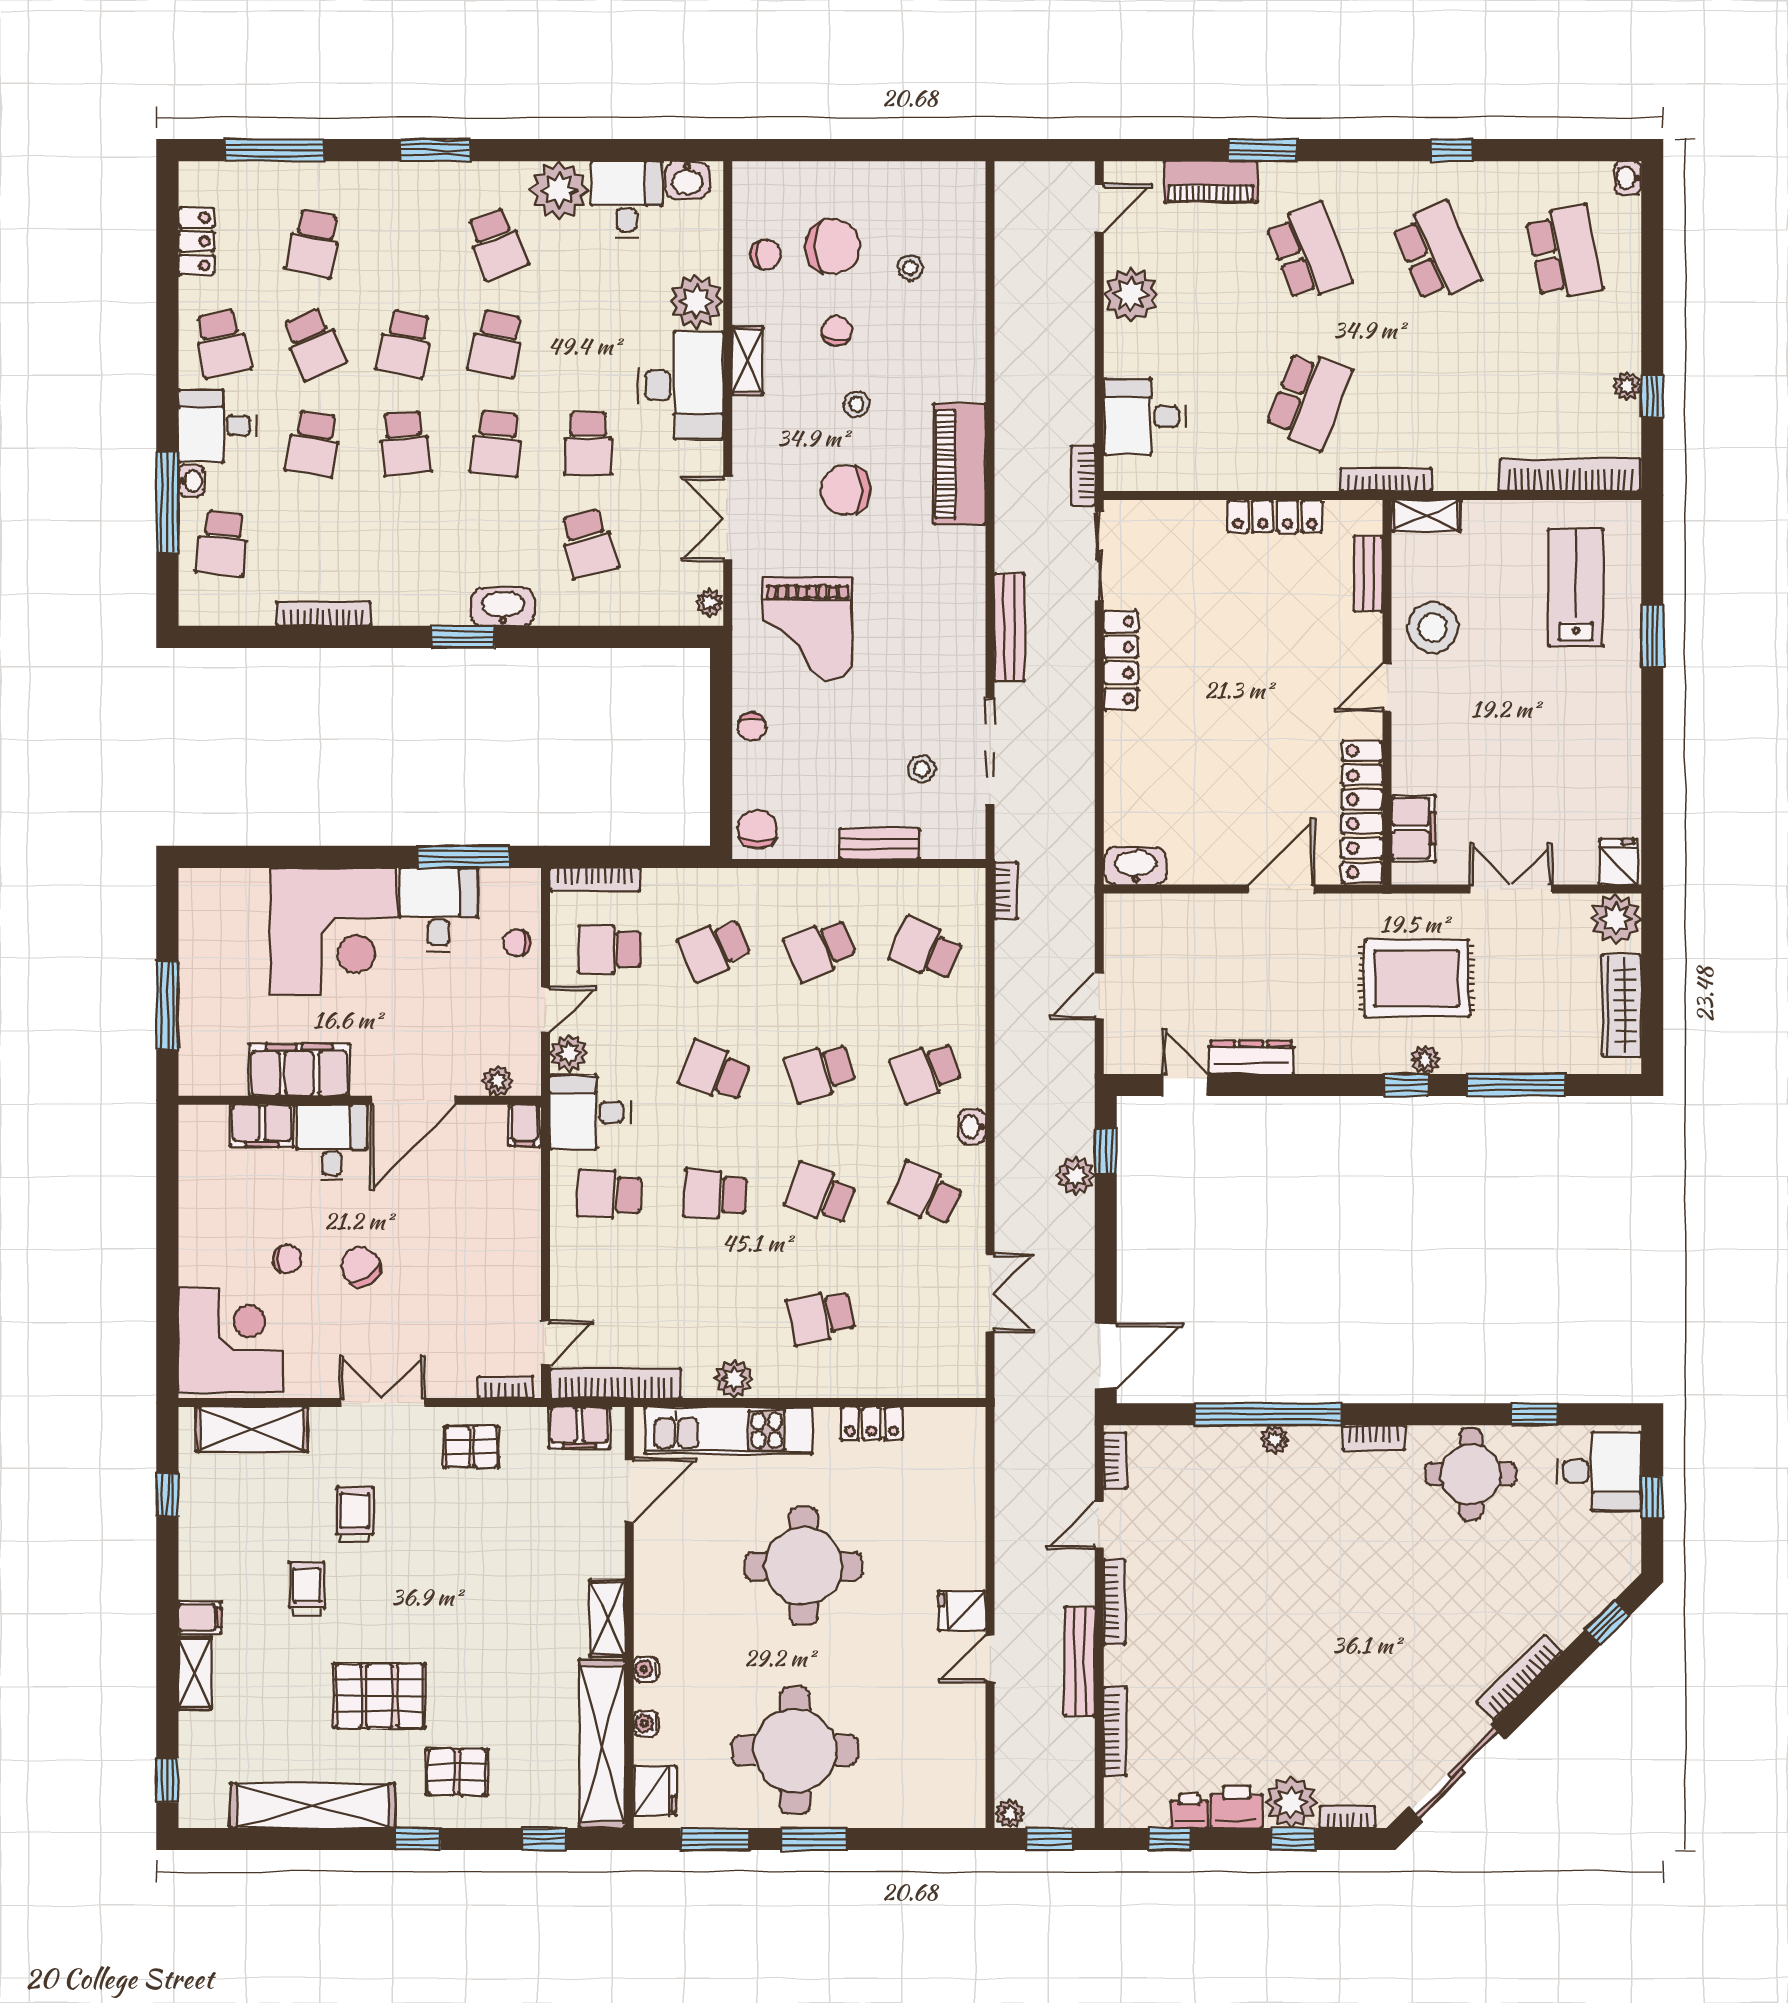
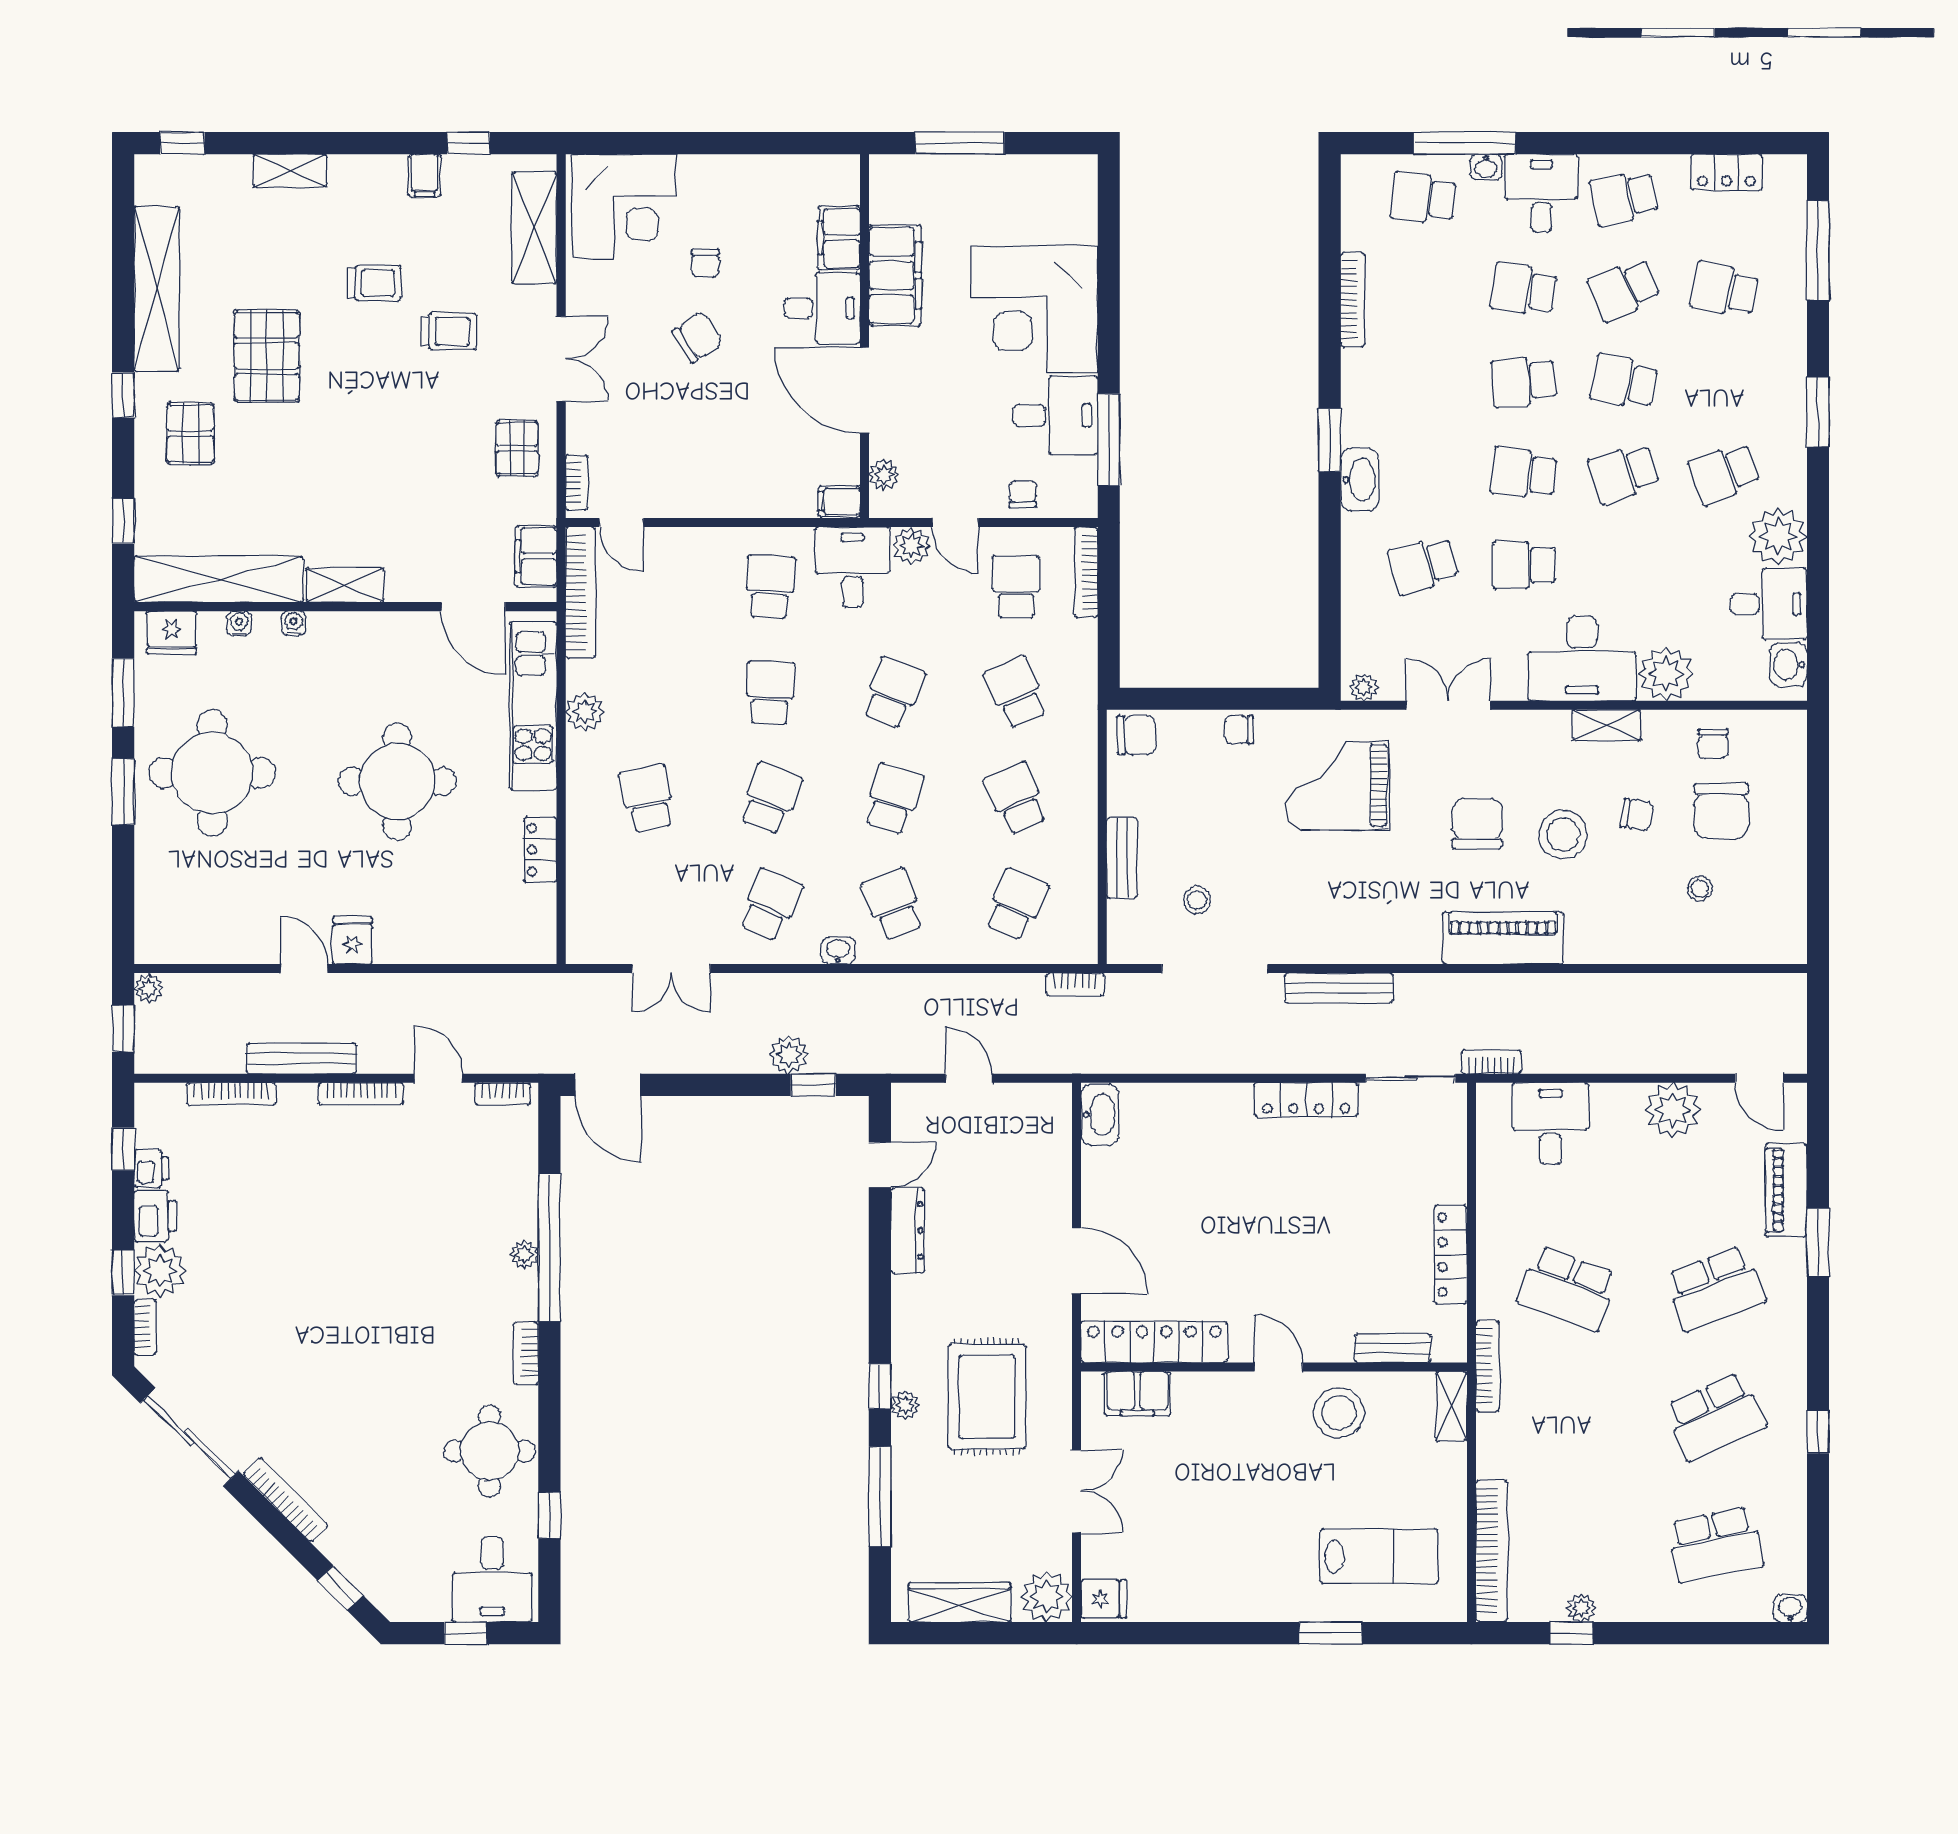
school desk: (497, 343) -> (1624, 473), turned -30
stool: (856, 404) -> (1563, 835), width x1.89, depth x1.89
school desk: (821, 1072) -> (893, 799), turned 36
filing cabinet: (200, 1617) -> (425, 176), moved

